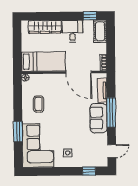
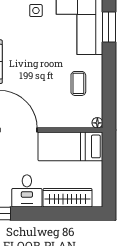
window: (18, 132) -> (109, 27), moved

